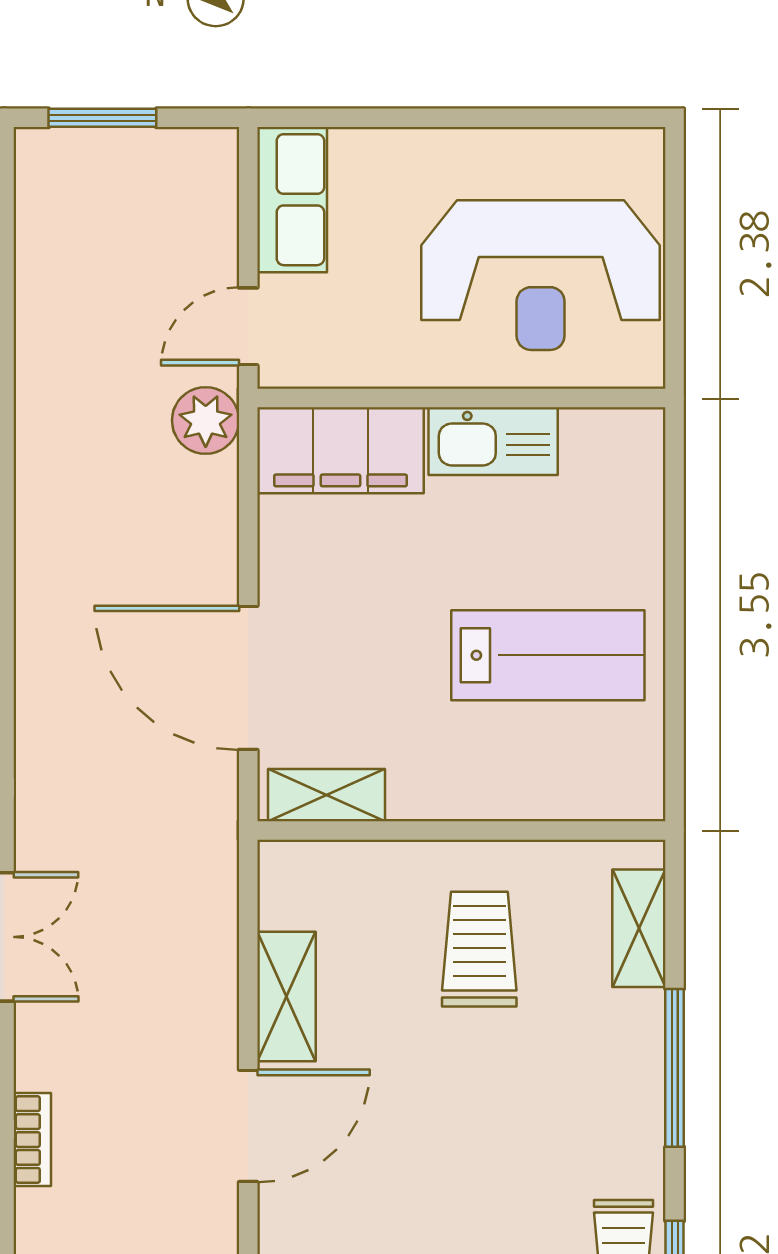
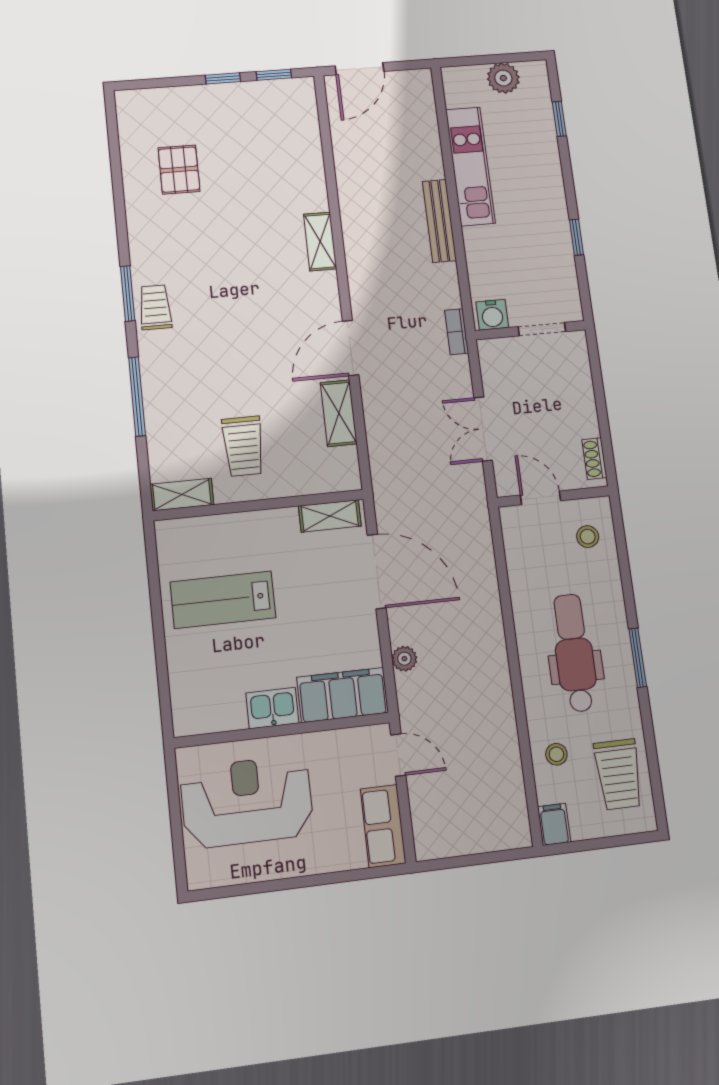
window: (102, 118) -> (488, 858), removed
door: (248, 326) -> (398, 755), hinge flipped
plant: (206, 420) -> (404, 659), moved, width x0.73, depth x0.73
kitchen sink: (493, 441) -> (272, 708), width x0.73
shelving: (639, 928) -> (182, 495), moved, turned 90

